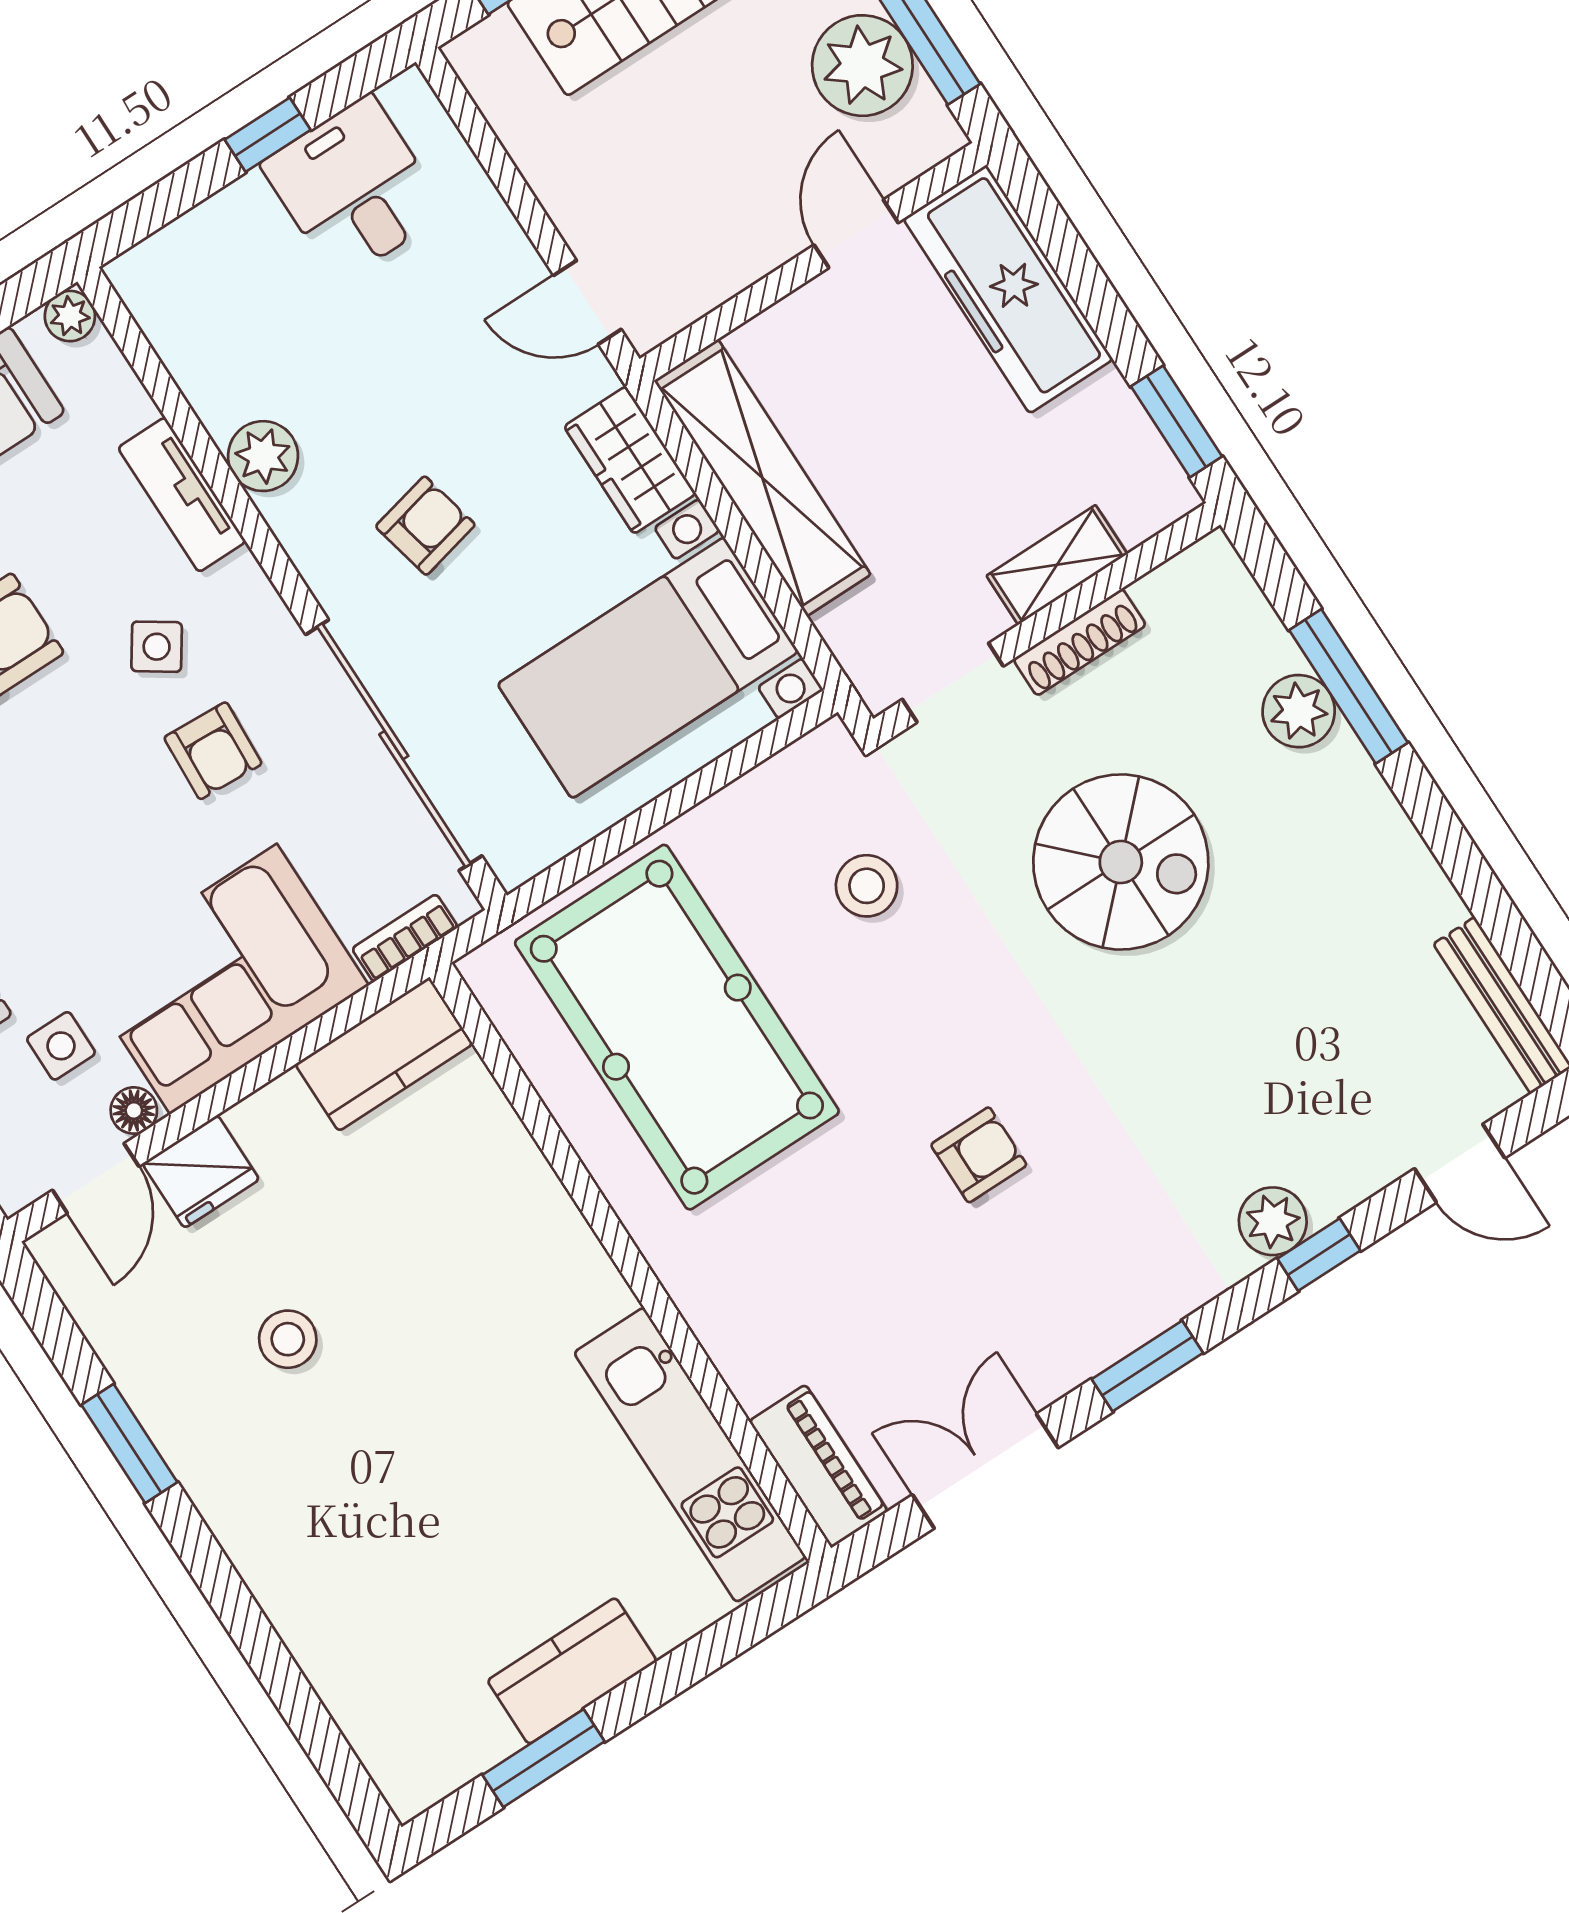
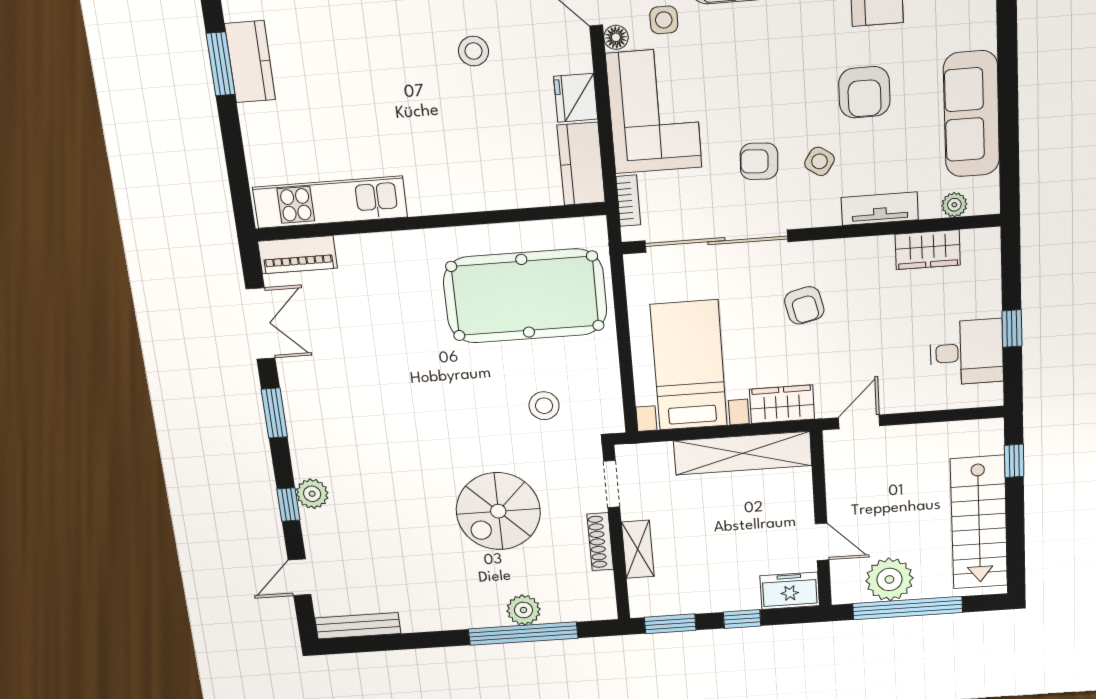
freezer: (1008, 289) -> (790, 591), width x0.52, depth x0.79
window: (1093, 293) -> (742, 619), added
plant: (70, 316) -> (954, 205), moved
wardrobe: (208, 369) -> (928, 250), added
plant: (263, 456) -> (876, 253), removed
window: (1349, 686) -> (523, 634), width x1.46
armchair: (979, 1155) -> (402, 392), removed
fridge: (201, 1172) -> (576, 98), moved
kitchen counter: (572, 1671) -> (250, 62), moved

